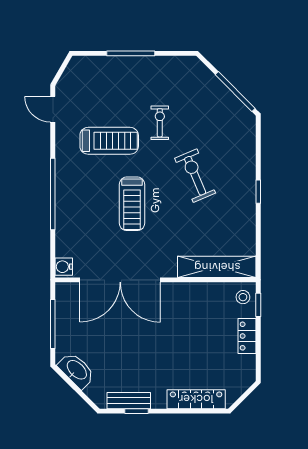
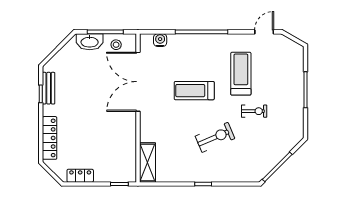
treadmill: (109, 141) -> (241, 74), turned 180
water cooler: (64, 267) -> (160, 40), moved
shelving: (217, 267) -> (148, 163), width x0.68
stool: (243, 297) -> (116, 45), moved
locker: (247, 336) -> (80, 176), moved
washbasin: (76, 370) -> (90, 42), moved, turned 45

